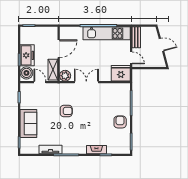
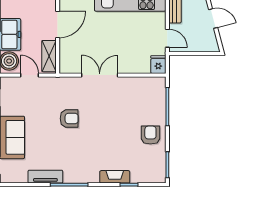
fridge: (121, 73) -> (158, 65), width x0.53, depth x0.75
plant: (65, 76) -> (67, 65), removed

